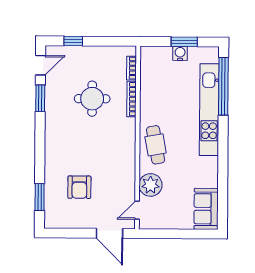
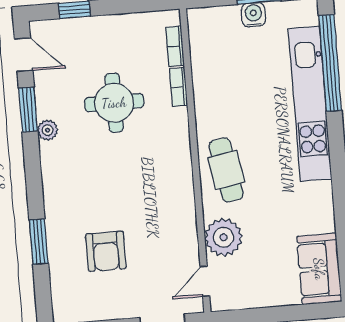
door: (41, 65) -> (24, 55), hinge flipped
bookcase: (131, 99) -> (179, 87), width x0.64
plant: (51, 112) -> (48, 130), added
window: (40, 197) -> (39, 242), moved

